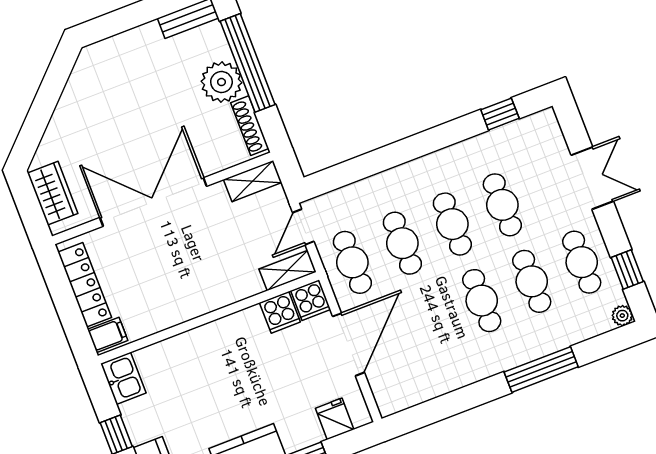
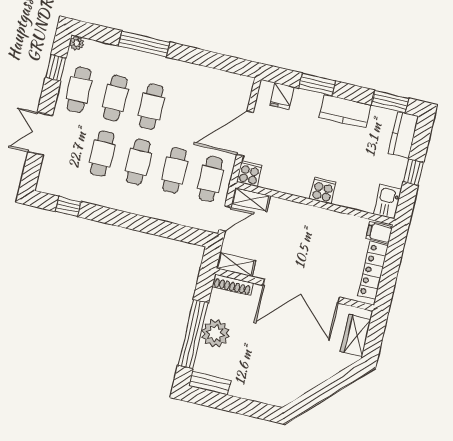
shoe rack: (250, 126) -> (232, 285), moved, turned 90
cooker: (280, 312) -> (323, 190), moved

